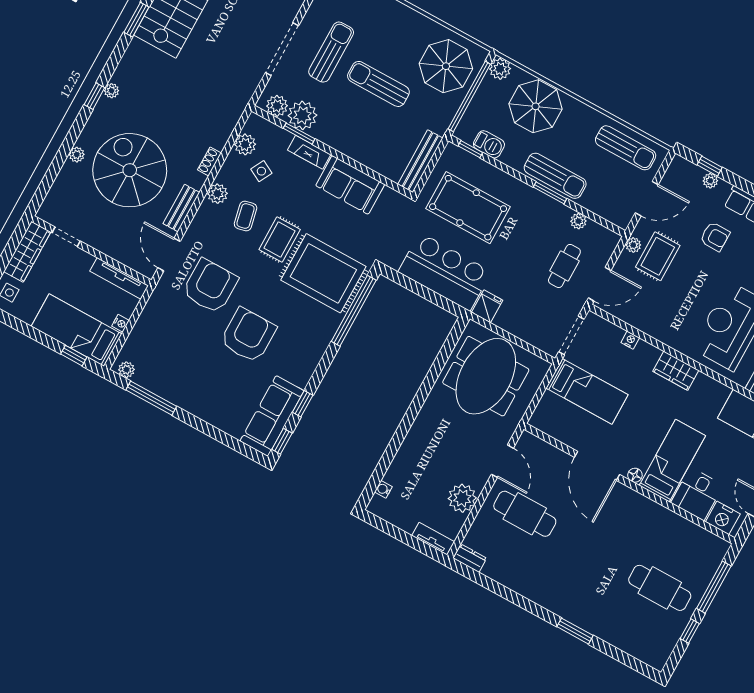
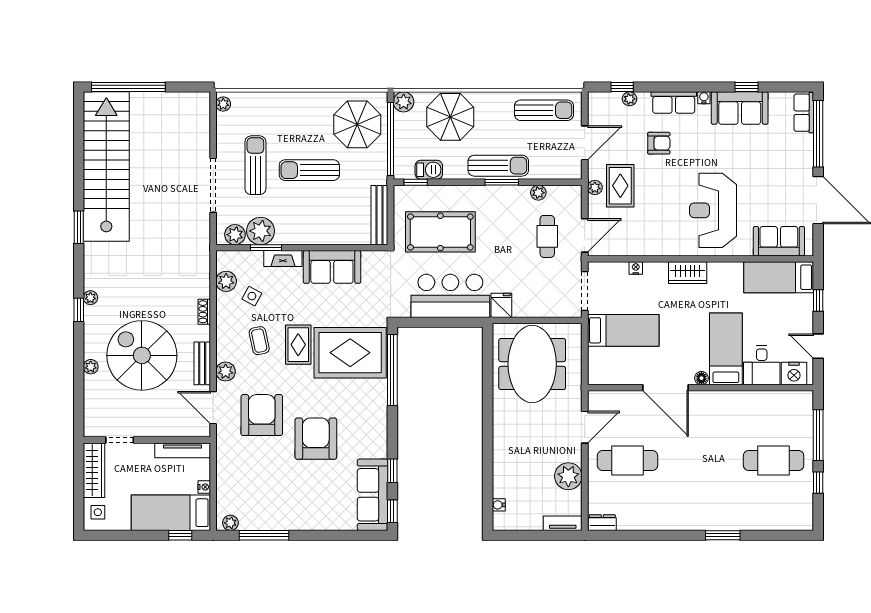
plant: (217, 194) -> (226, 372), moved
door: (502, 461) -> (585, 427), hinge flipped

